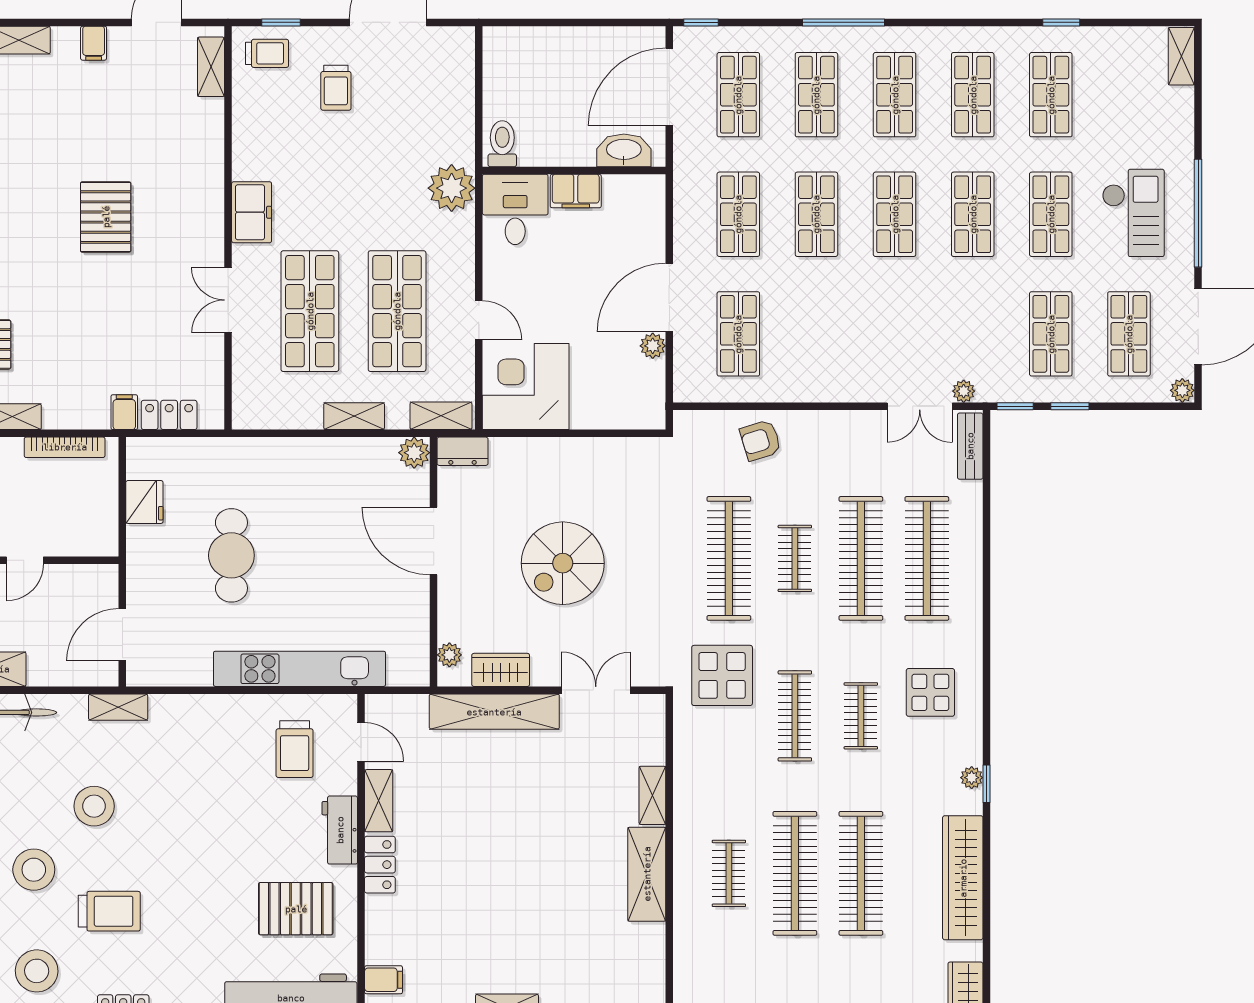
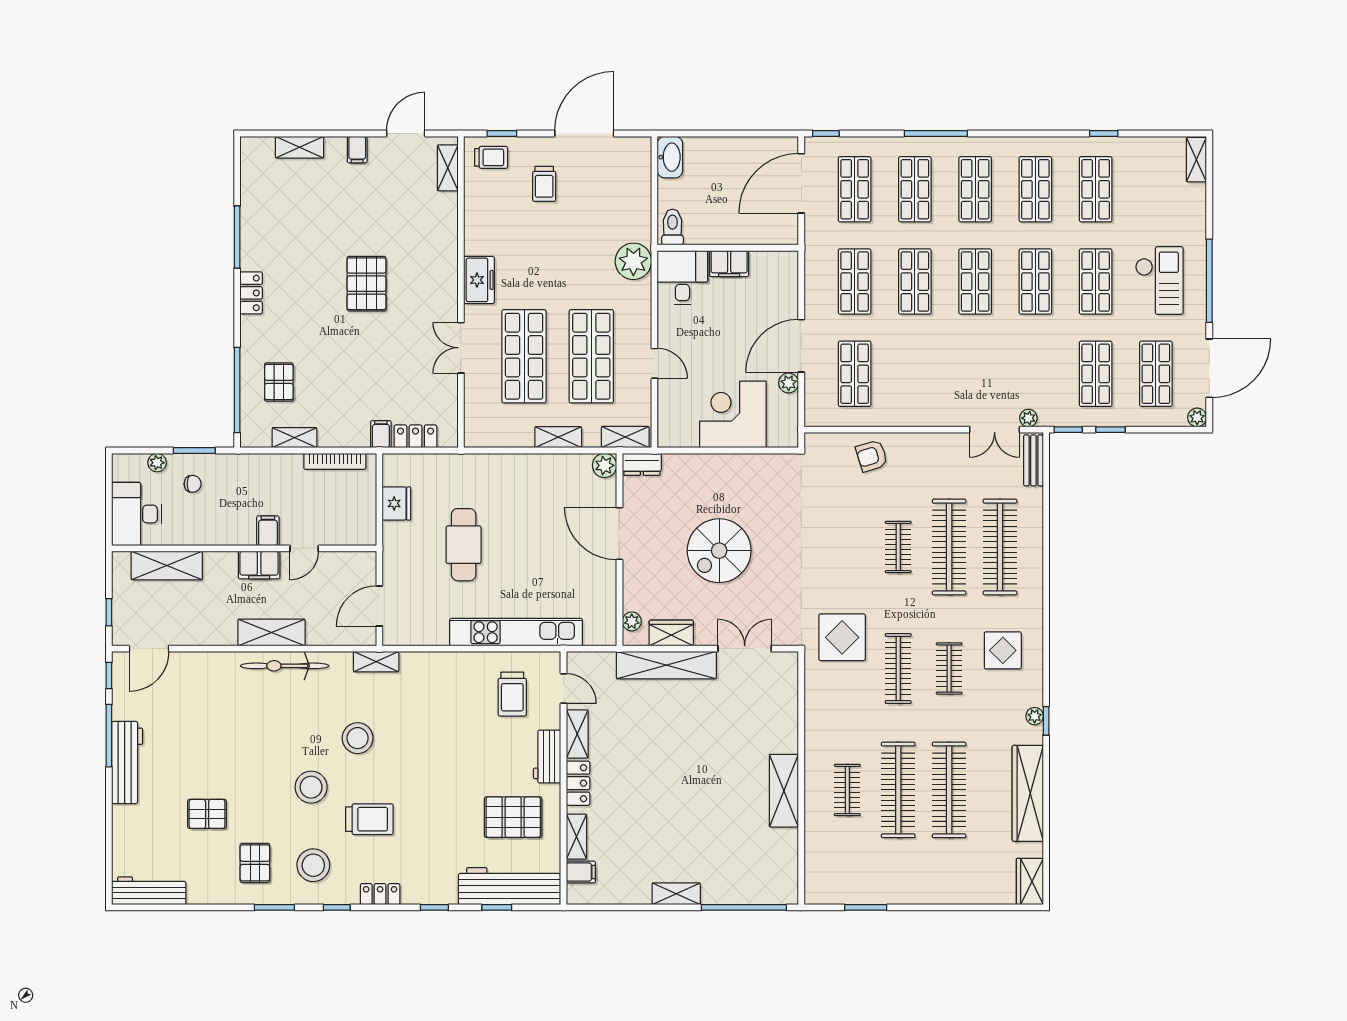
washbasin: (624, 150) -> (670, 157), moved, turned 90
corner desk: (526, 387) -> (733, 414), moved
clothes rail: (729, 558) -> (847, 547), removed
shelving: (652, 795) -> (576, 837), moved

